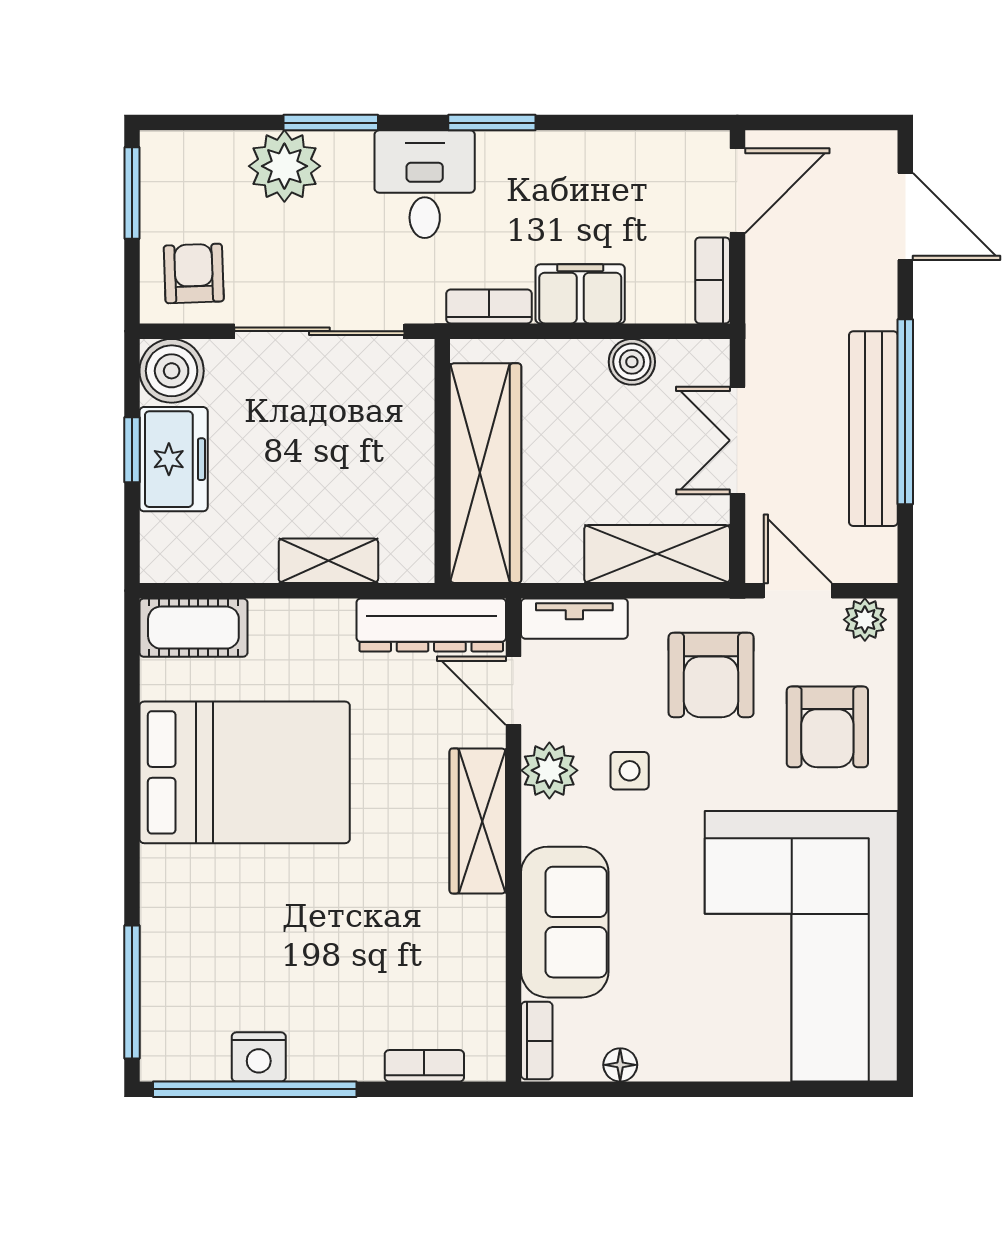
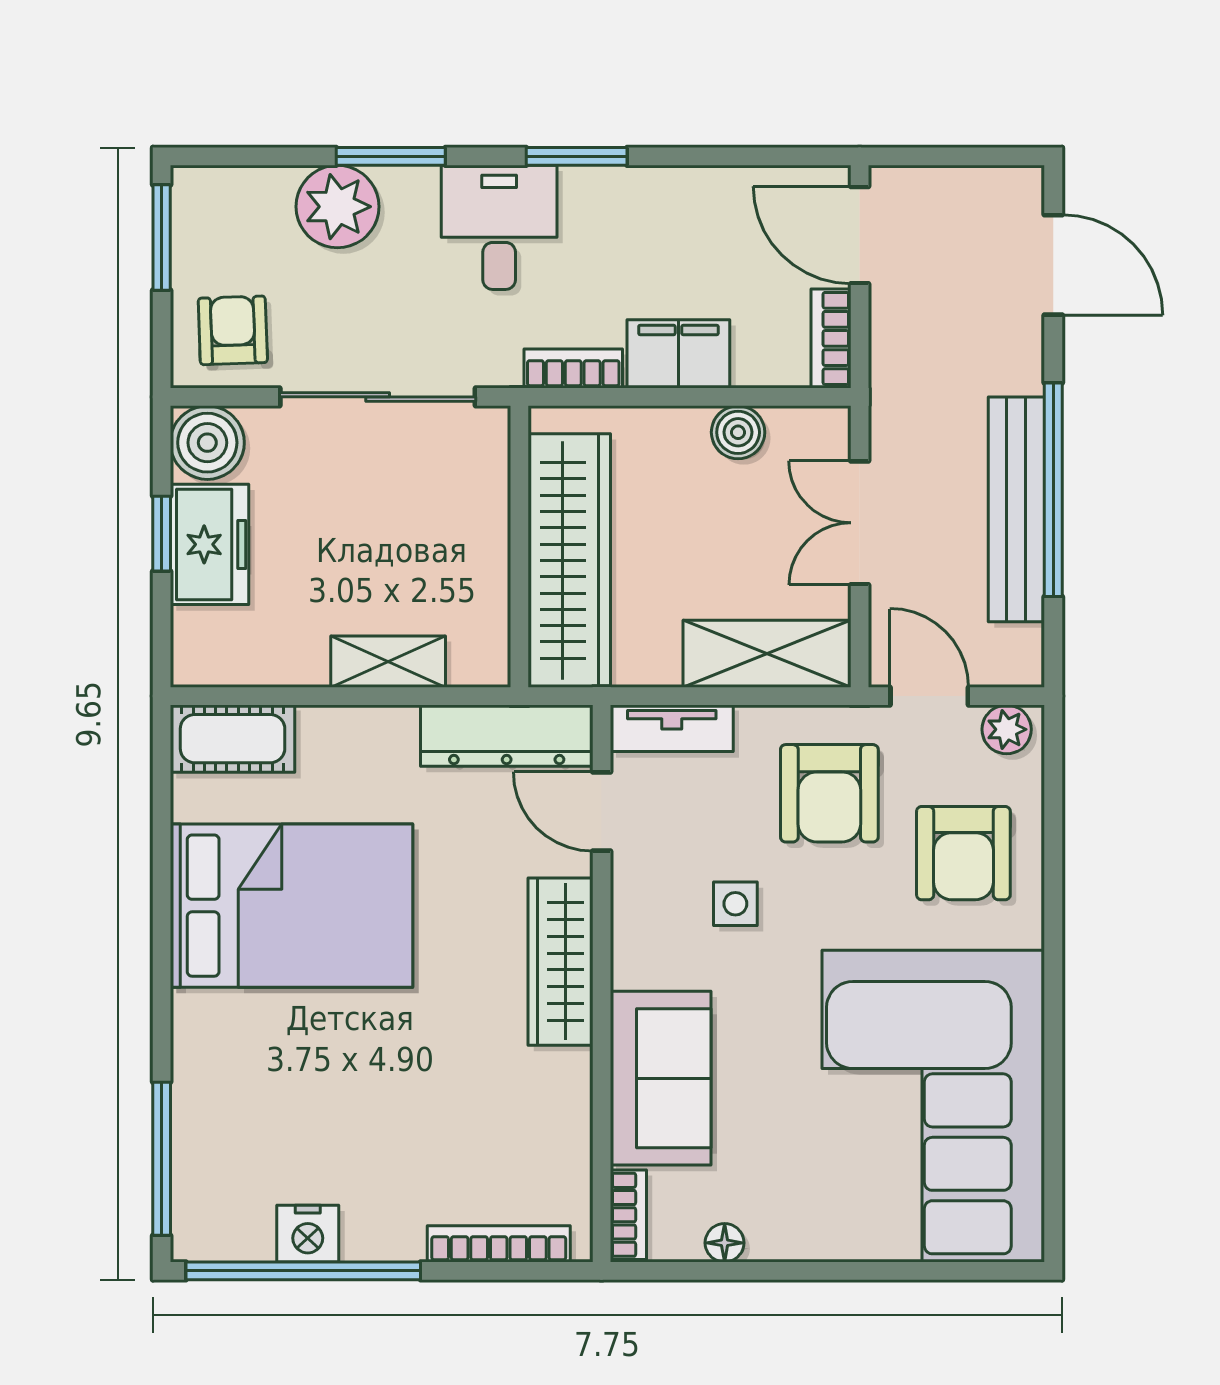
door: (737, 191) -> (860, 235), swing flipped
plant: (549, 770) -> (643, 903), removed
bookcase: (424, 1066) -> (499, 1244), width x1.56

